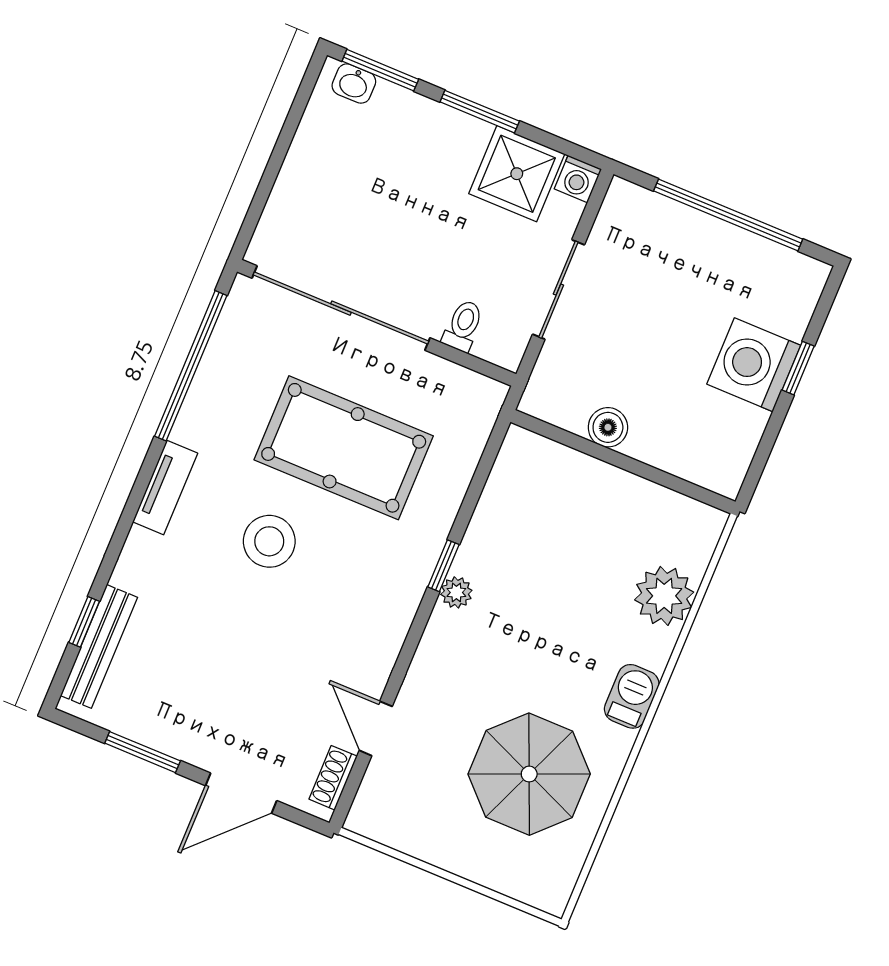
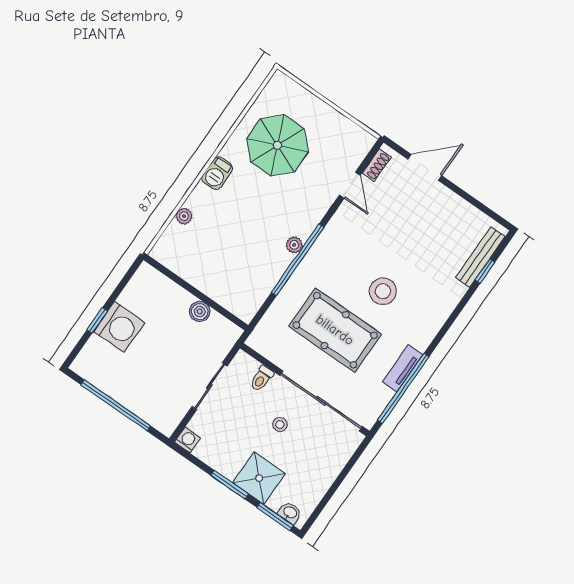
shower: (517, 174) -> (259, 478), moved
stool: (409, 246) -> (280, 425), added
tv unit: (165, 488) -> (403, 368), moved
window: (443, 566) -> (298, 260), width x3.17
plant: (664, 596) -> (184, 216), width x0.53, depth x0.53
window: (143, 752) -> (470, 199), removed

